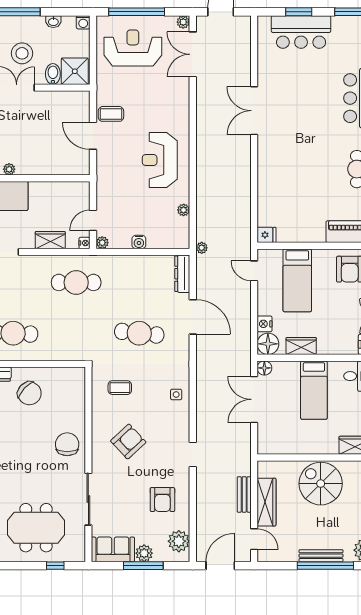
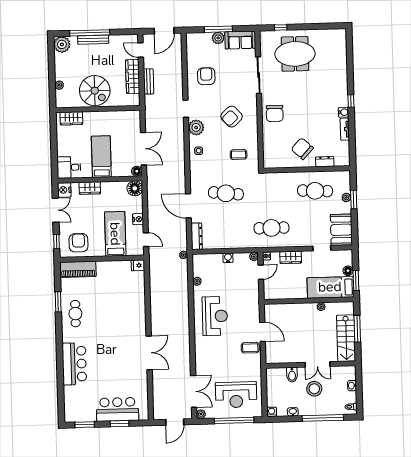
shower: (75, 71) -> (277, 377), removed
nightstand: (265, 324) -> (138, 219), moved
wardrobe: (301, 346) -> (90, 188), moved
plant: (179, 541) -> (196, 127), moved

